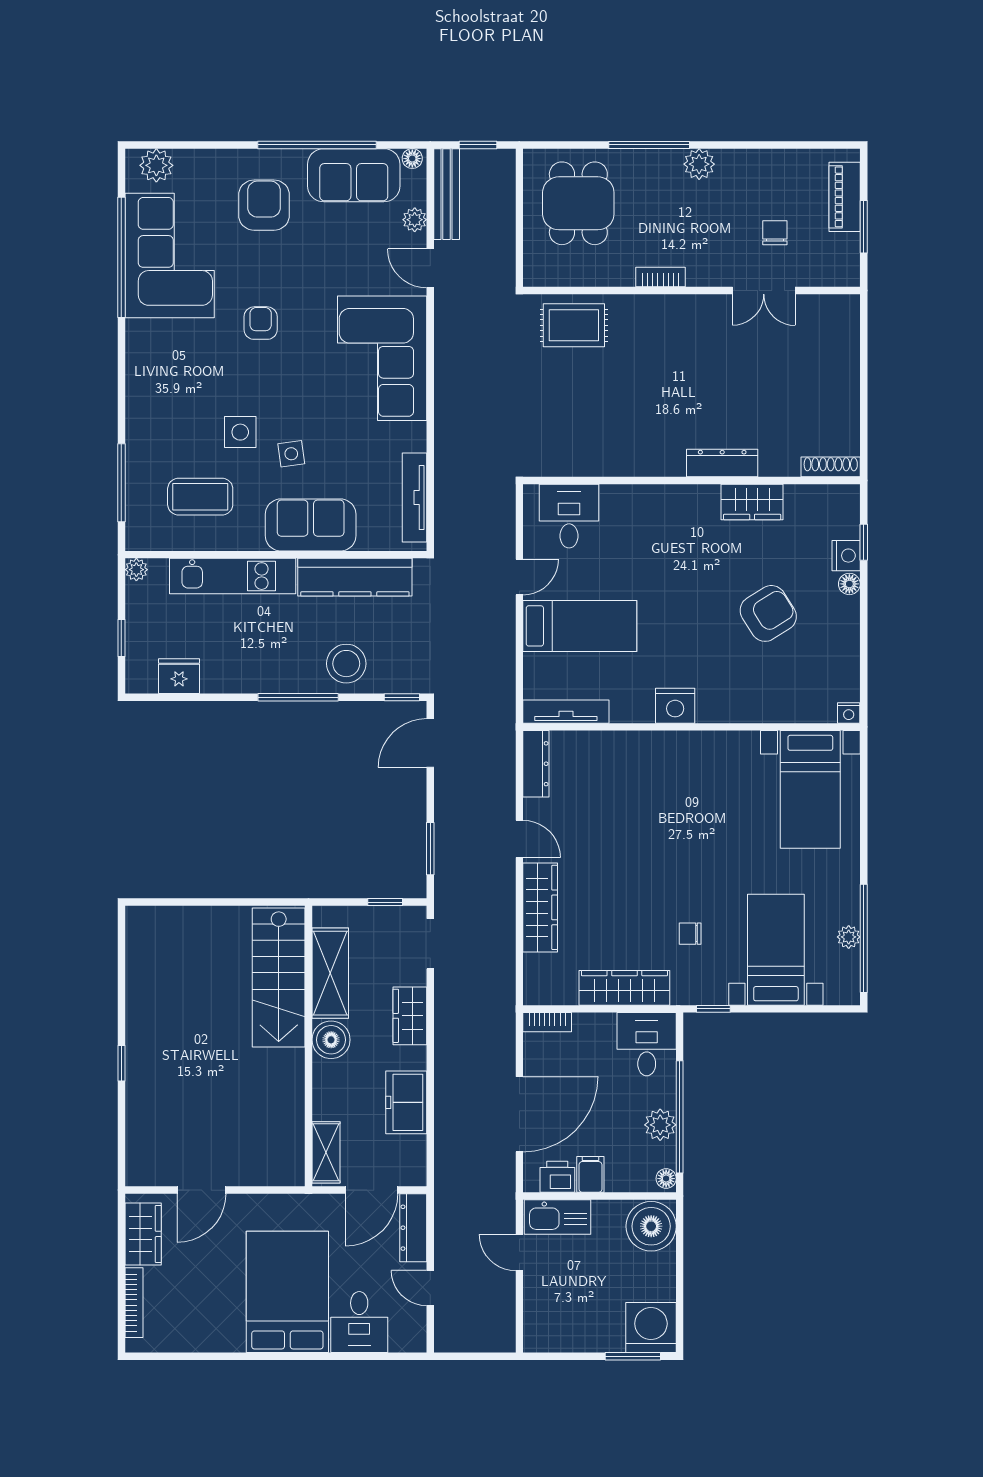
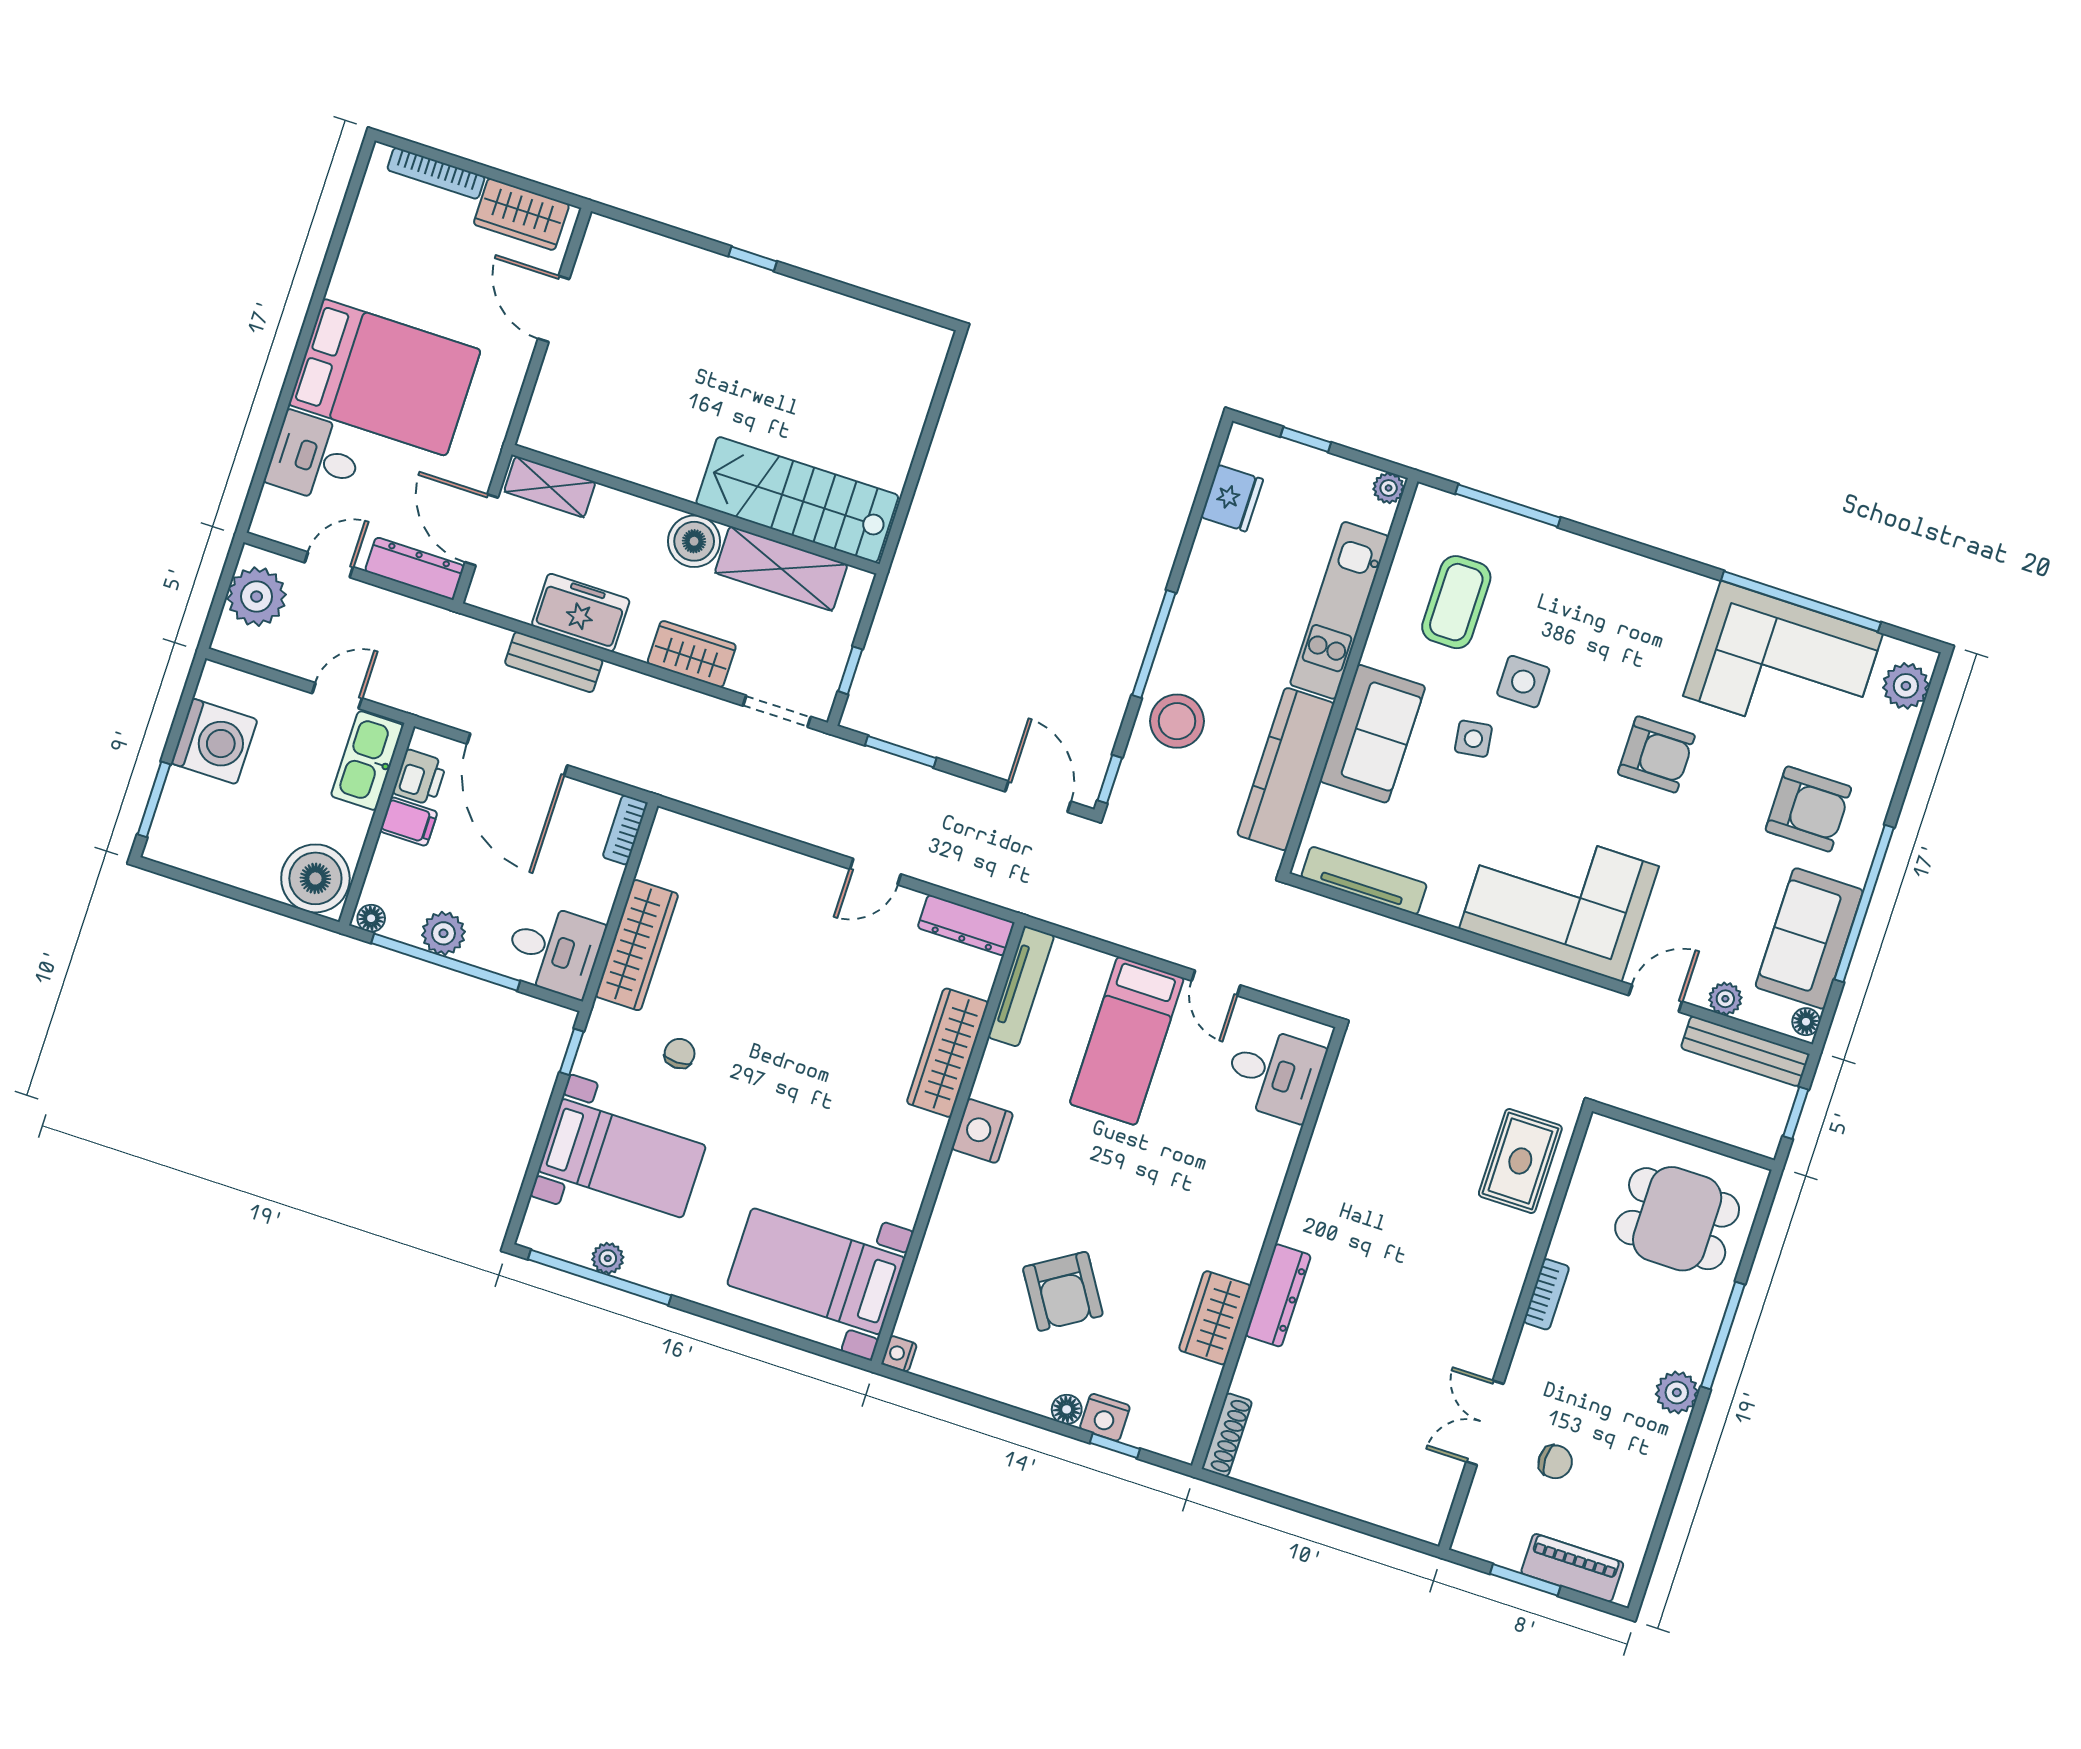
armchair: (261, 323) -> (1656, 754), width x1.38, depth x1.38
wardrobe: (540, 907) -> (948, 1053), moved, turned 90
bench: (447, 1110) -> (554, 662), added
washing machine: (651, 1328) -> (214, 741), moved
plant: (469, 1331) -> (257, 597), added

